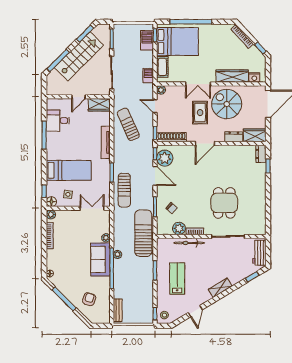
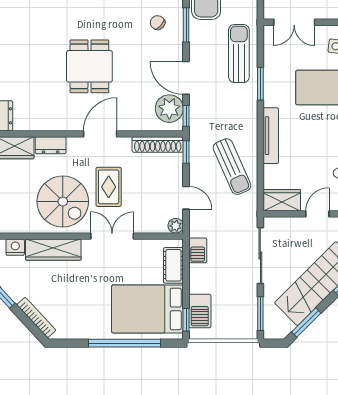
dining table: (224, 203) -> (89, 66), moved

